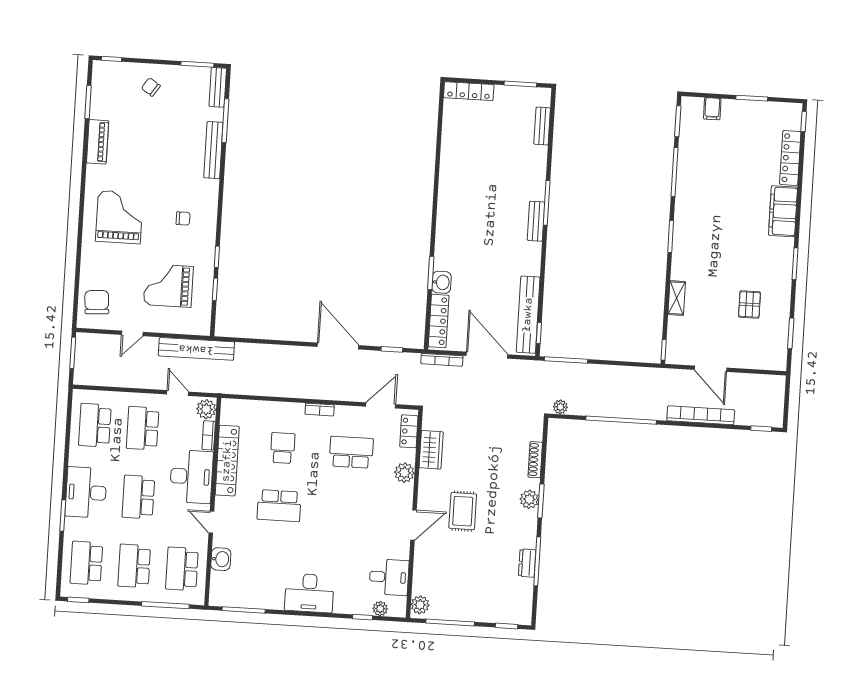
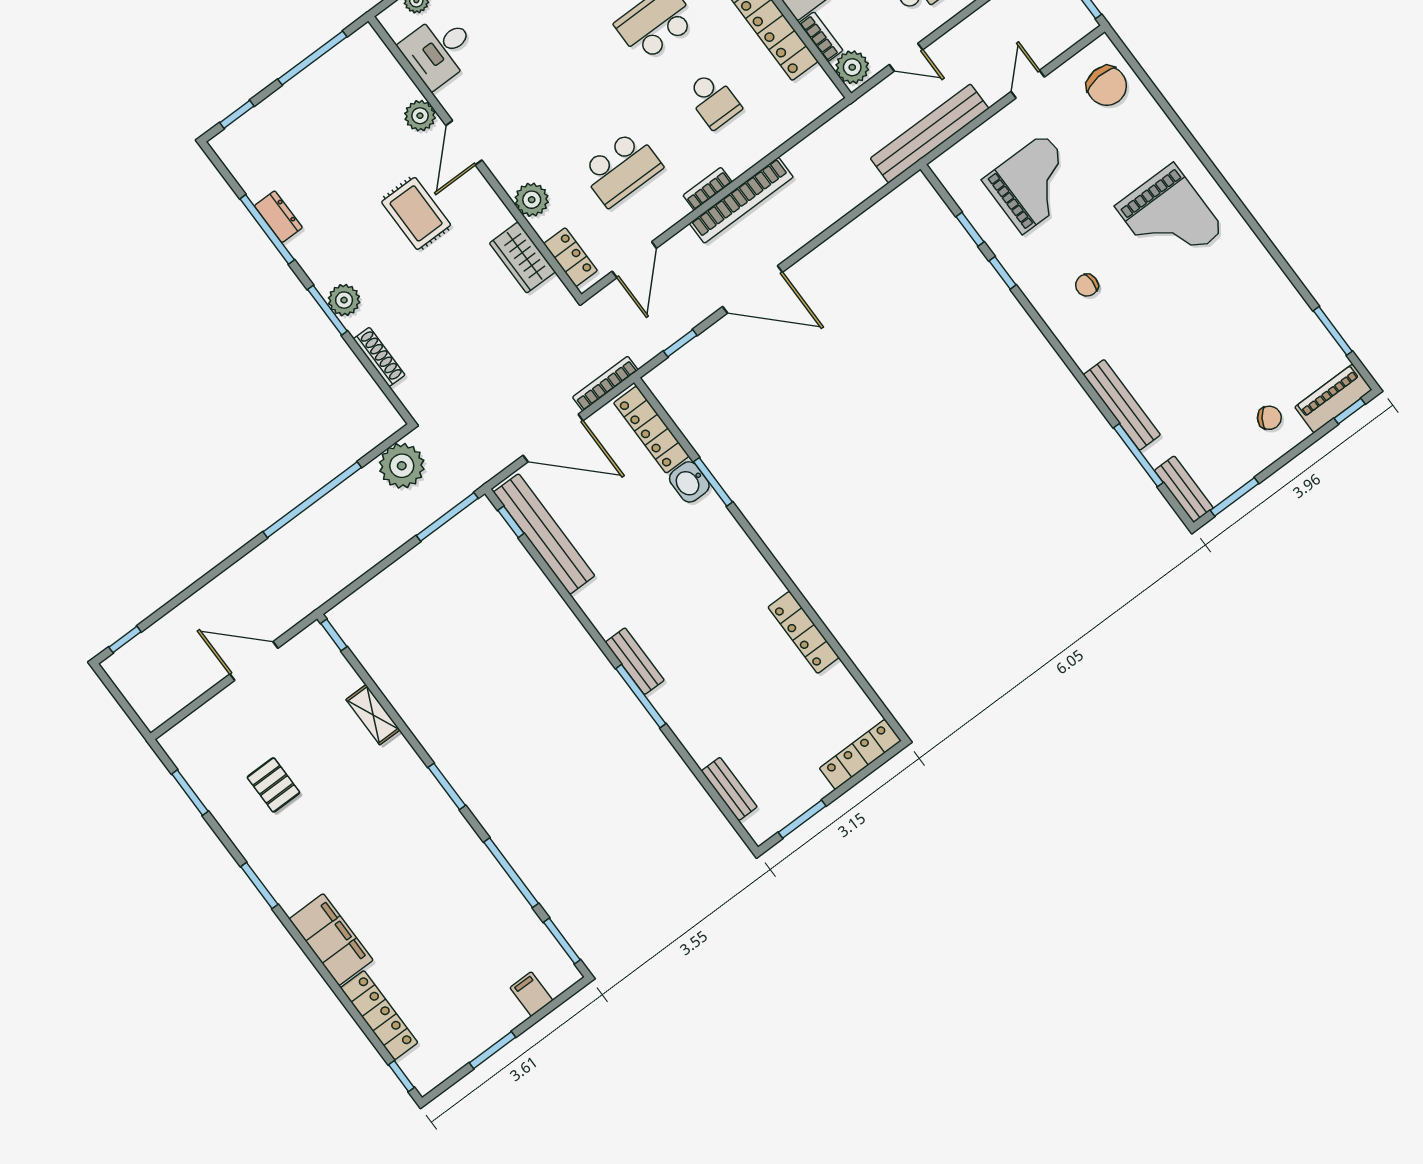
piano: (98, 142) -> (1333, 398), moved, turned 90
locker: (447, 169) -> (804, 632), added
plant: (560, 407) -> (402, 466), width x1.88, depth x1.88
bookcase: (701, 415) -> (741, 200), moved
plant: (420, 605) -> (420, 116), moved

